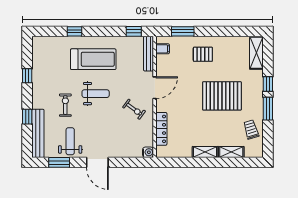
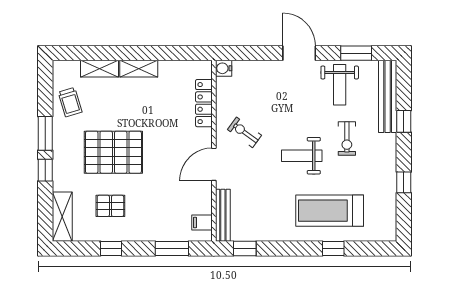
window: (224, 31) -> (111, 248), added
pallet: (203, 54) -> (110, 206), moved
treadmill: (93, 59) -> (330, 211), moved

